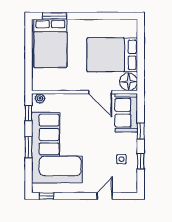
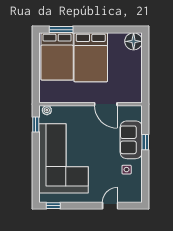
bed: (112, 55) -> (91, 57), moved, turned -90
floor lamp: (129, 82) -> (134, 41), moved
sofa: (126, 113) -> (131, 140), moved
window: (29, 147) -> (36, 158), removed
window: (141, 161) -> (145, 172), removed

